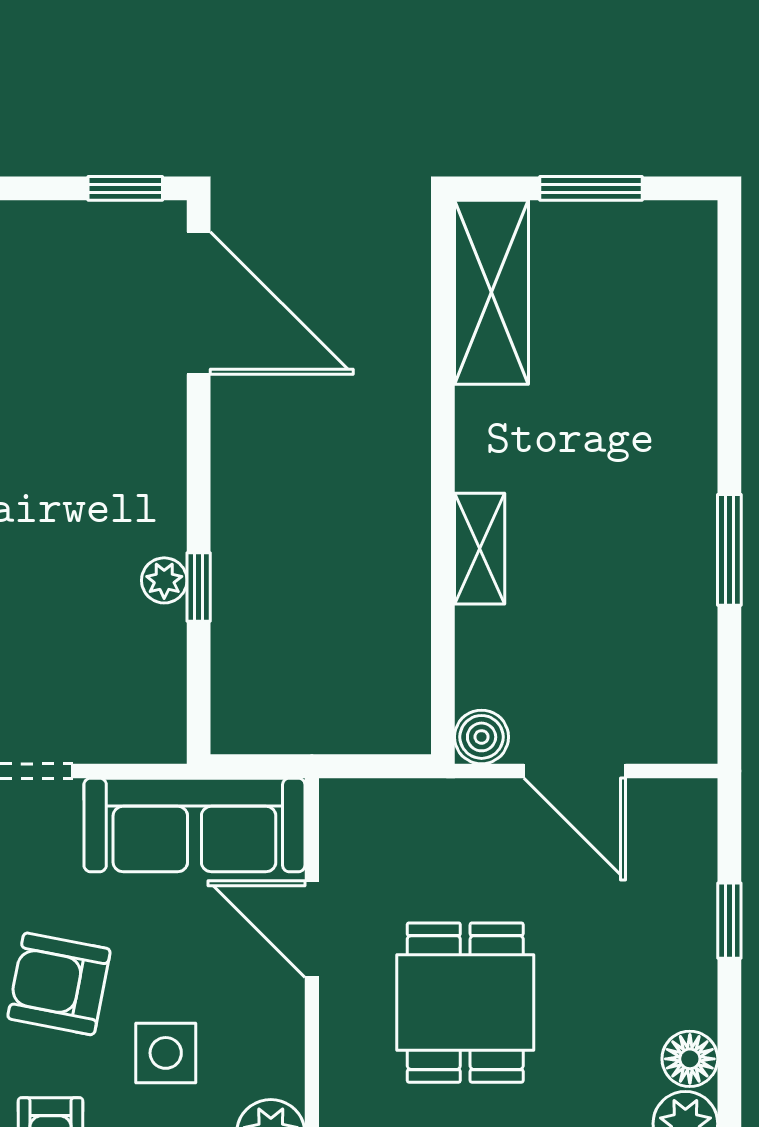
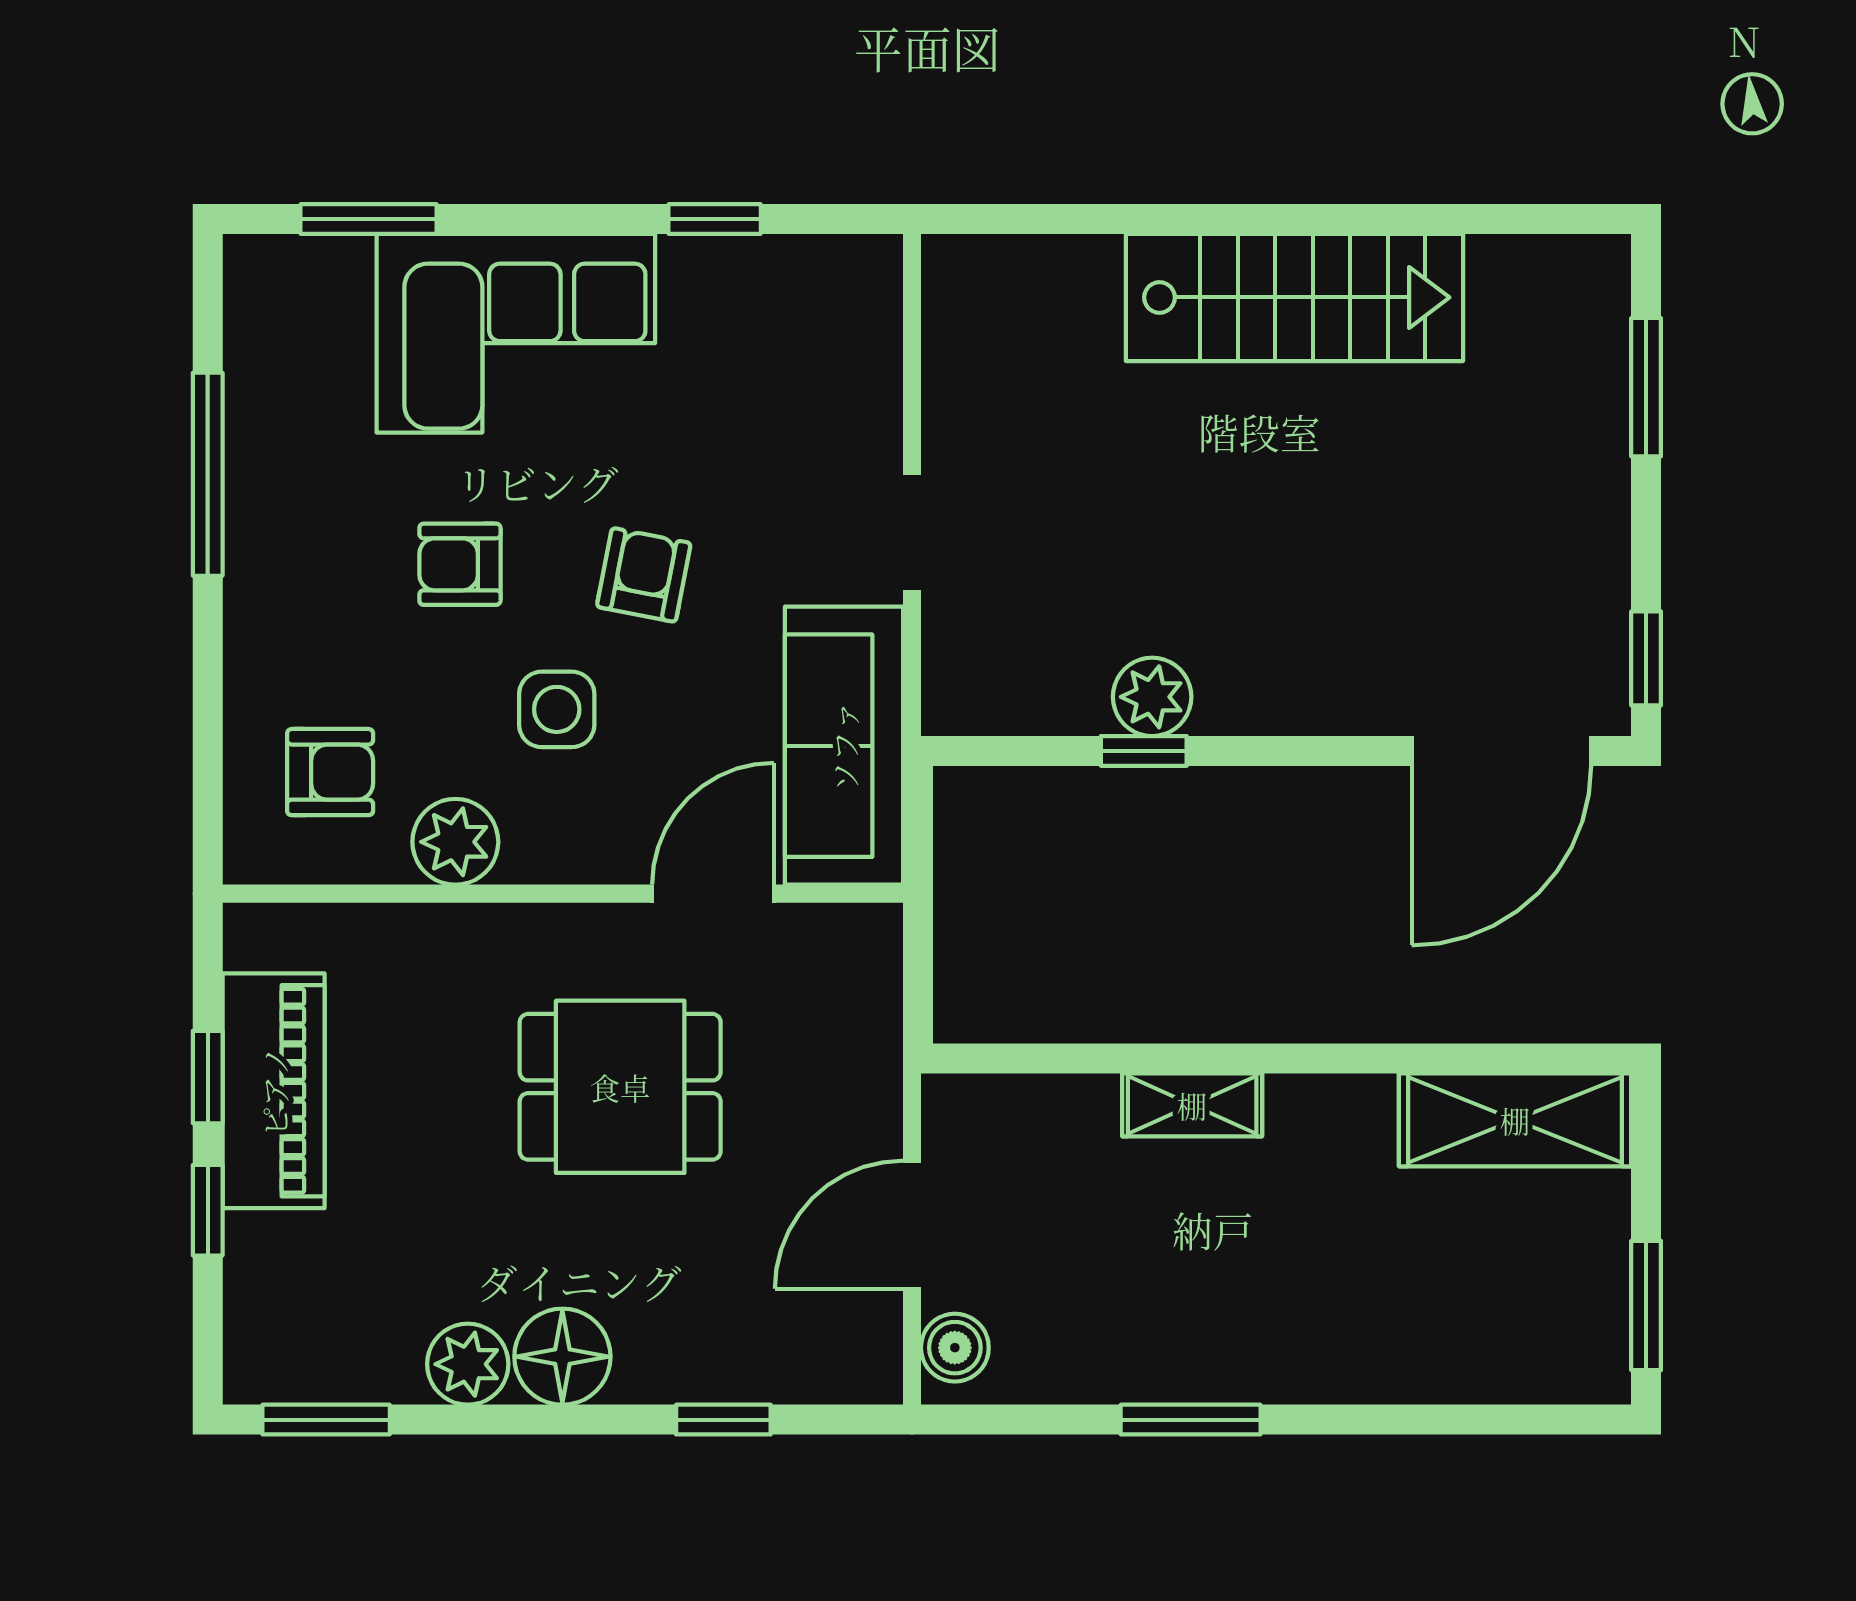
window: (591, 188) -> (1646, 1306), moved
plant: (164, 580) -> (1152, 697), width x1.38, depth x1.38
boiler: (482, 737) -> (955, 1348), moved
armchair: (59, 984) -> (644, 575), width x0.72, depth x0.72
floor lamp: (690, 1059) -> (562, 1357), width x1.38, depth x1.38

